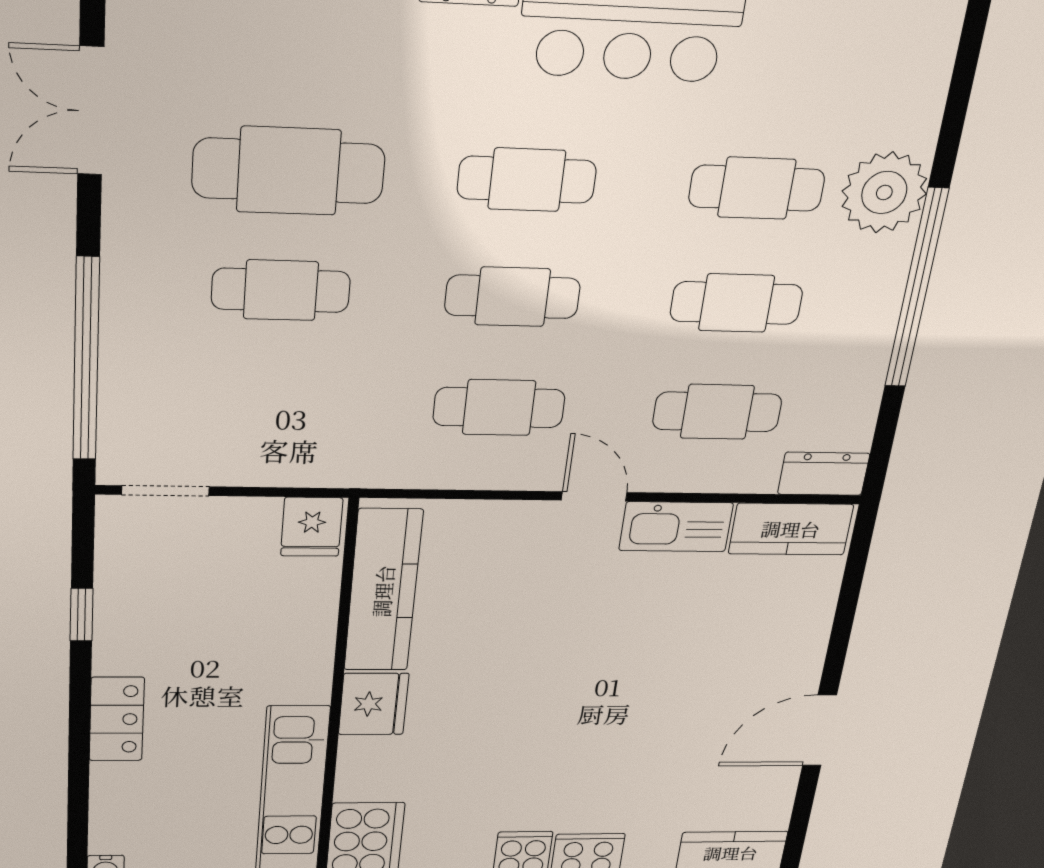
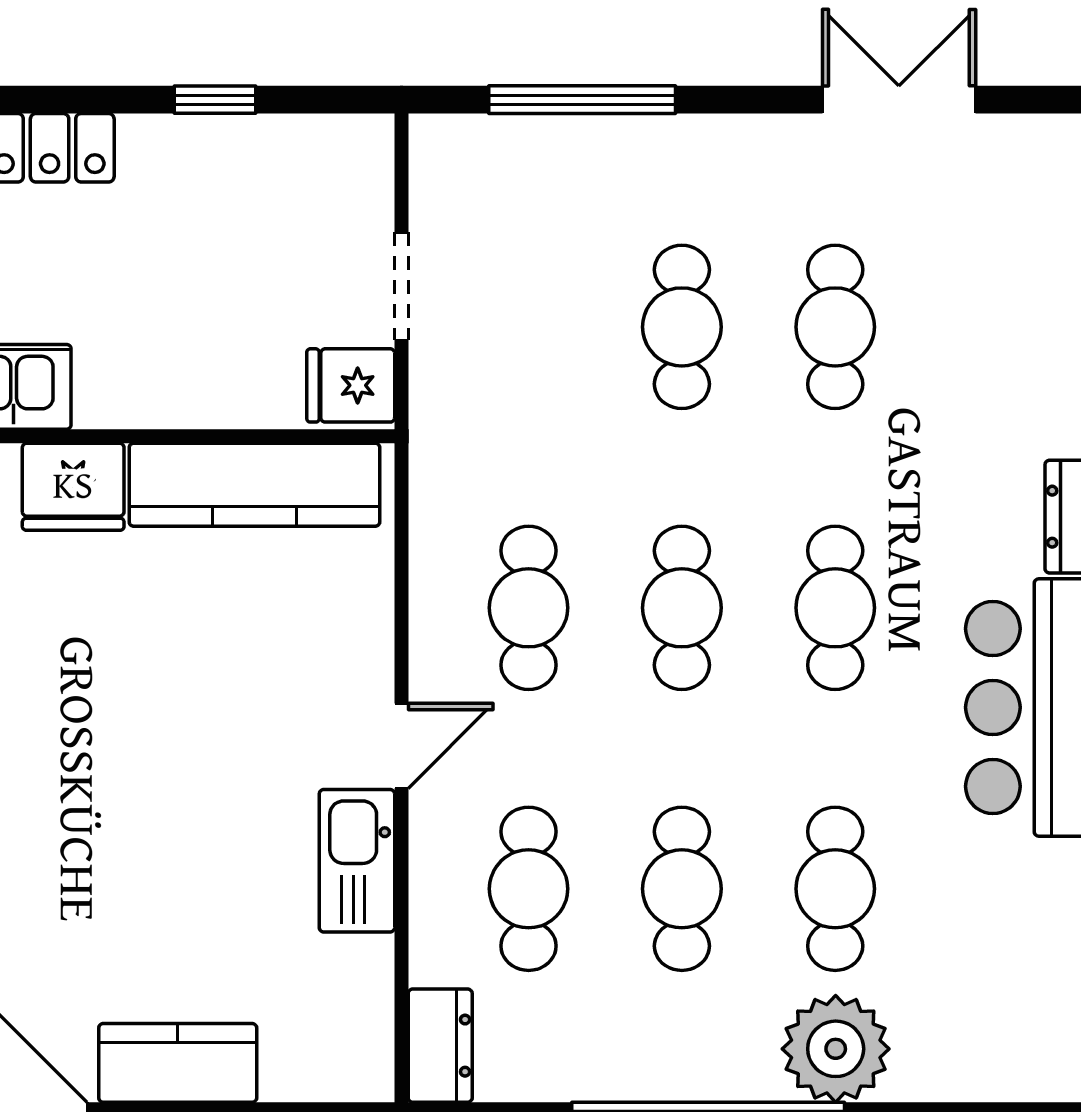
cafe table: (289, 171) -> (835, 327), width x0.73, depth x0.74
window: (86, 360) -> (582, 100), width x0.68
doorway: (166, 491) -> (401, 286), moved
kitchen counter: (791, 529) -> (178, 1063), moved, turned 90

